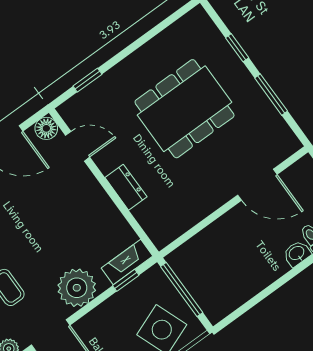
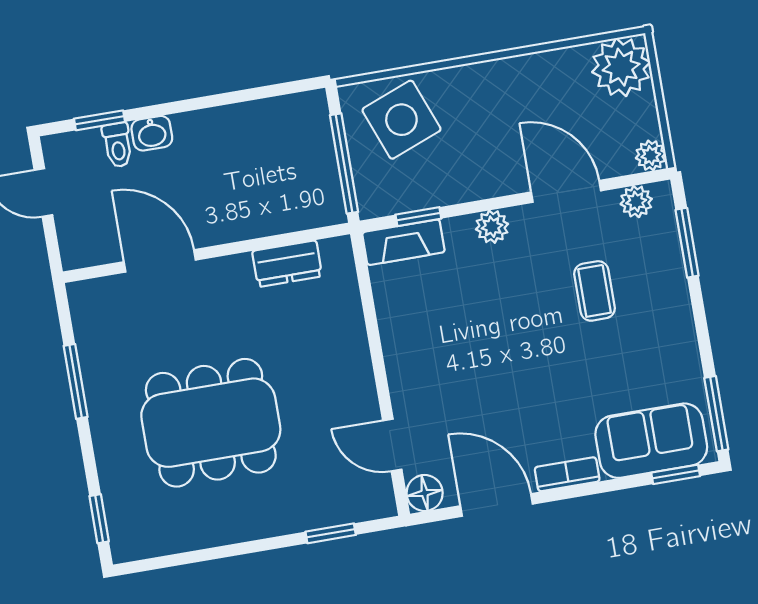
window: (237, 48) -> (99, 519), moved
dresser: (126, 187) -> (287, 264), moved, turned -90
plant: (77, 288) -> (492, 227), width x0.53, depth x0.53

